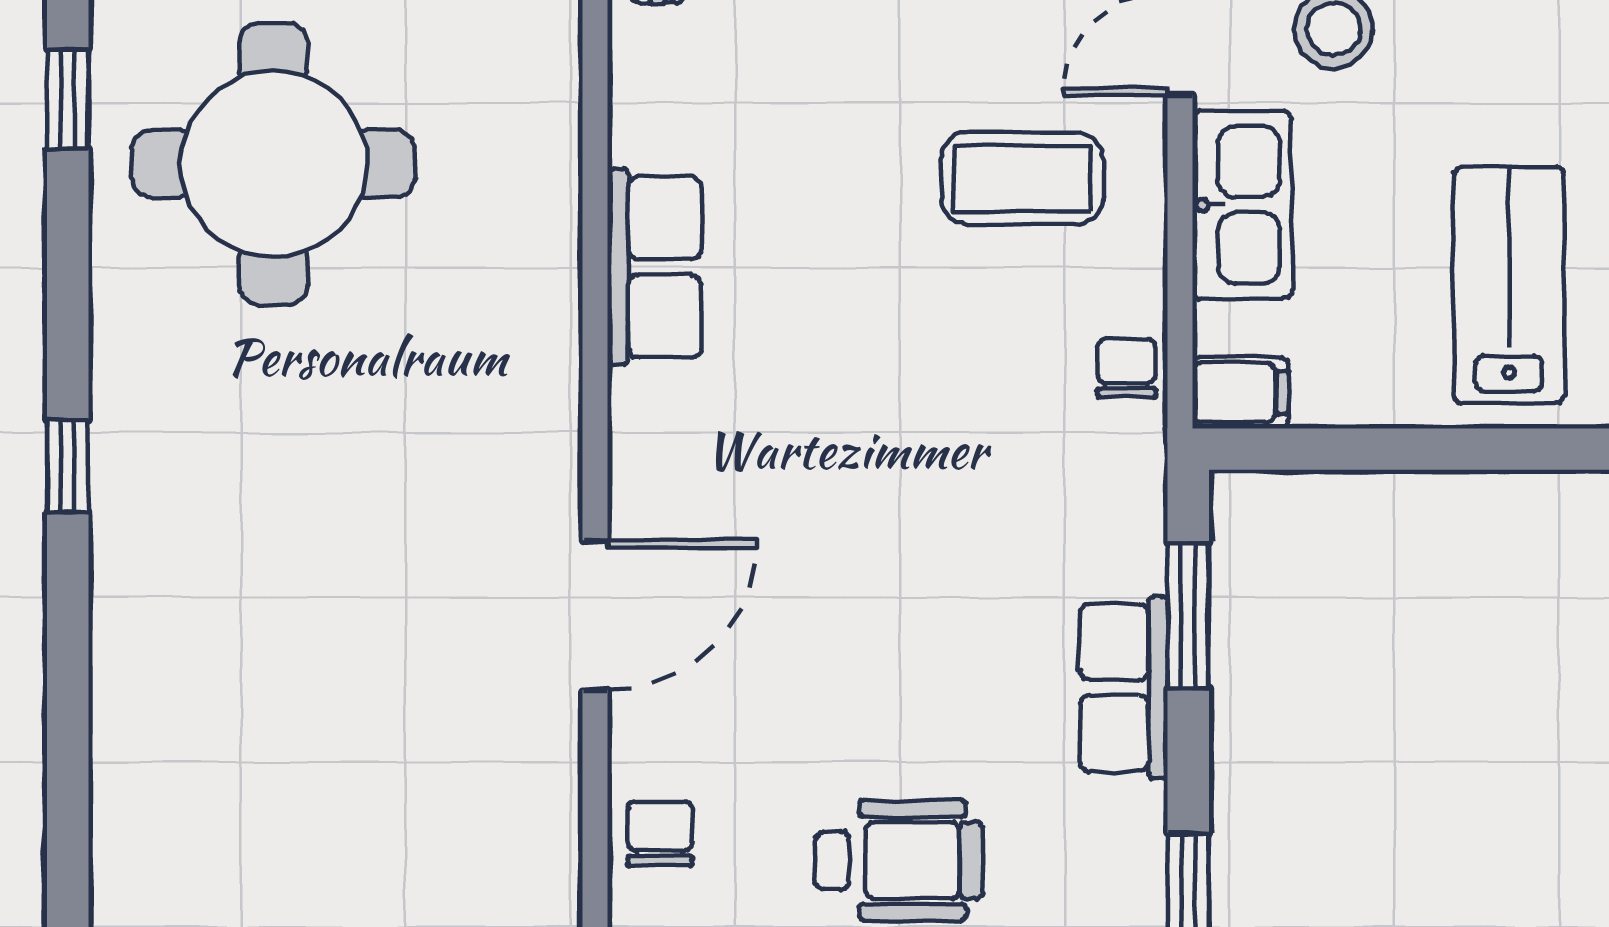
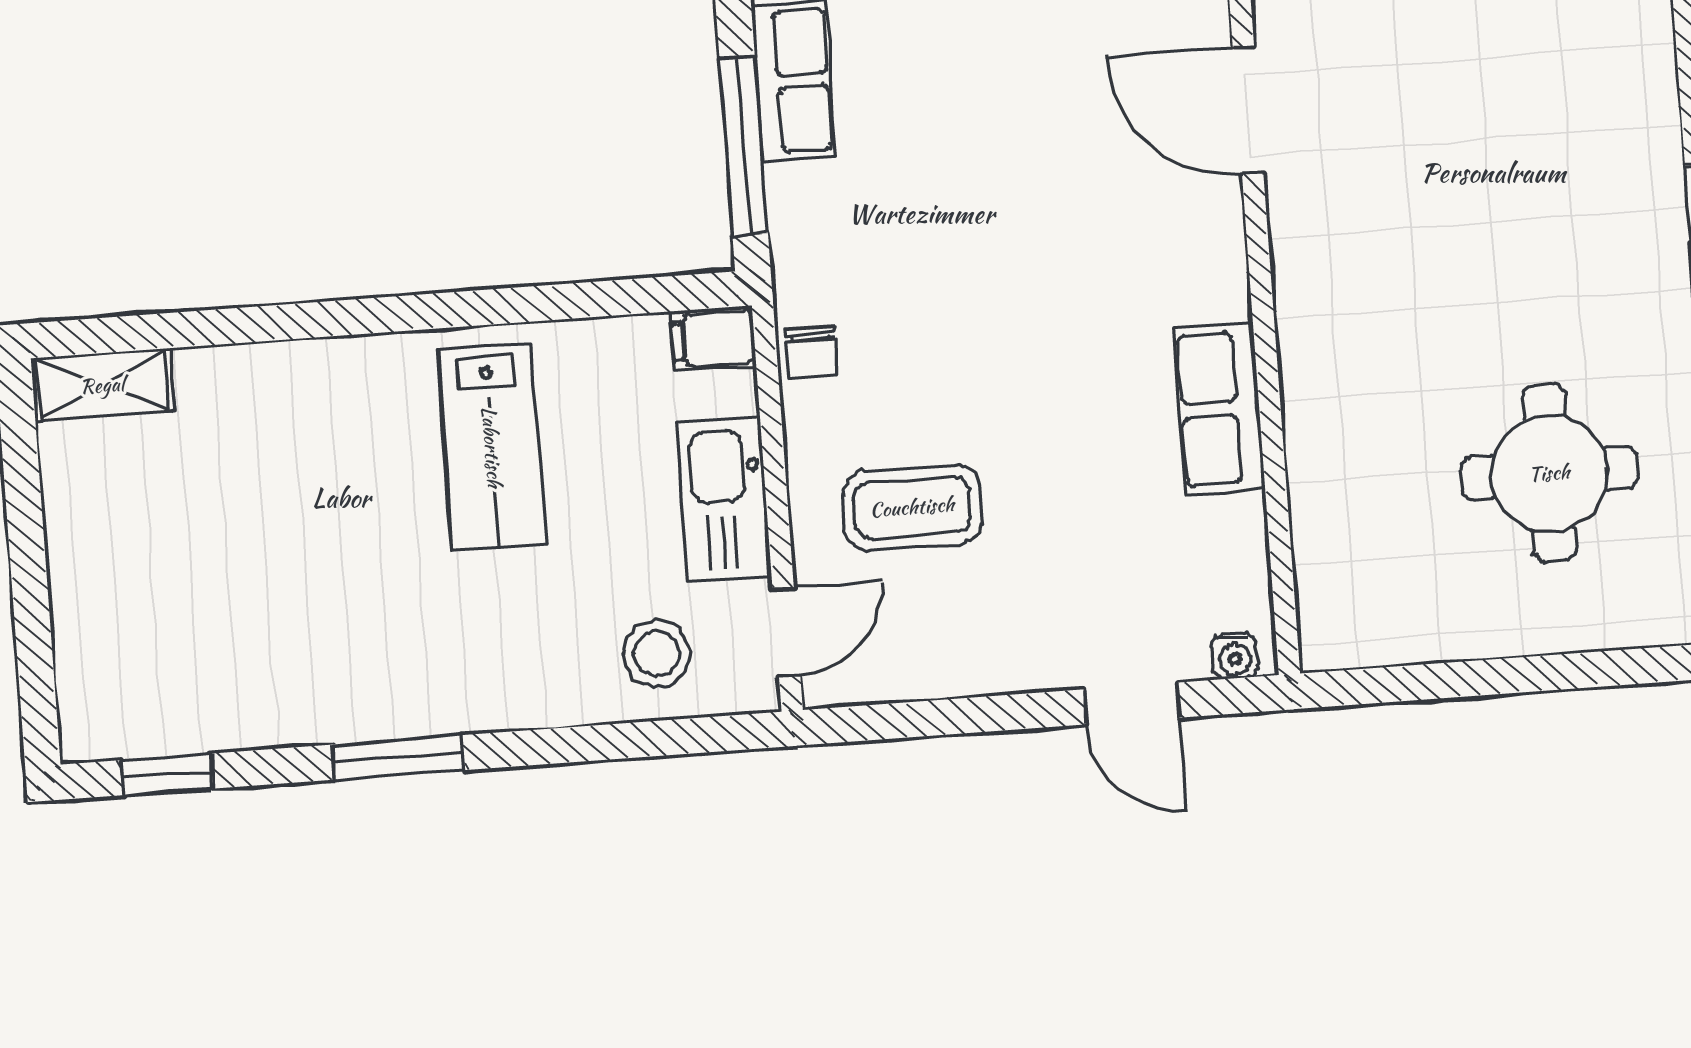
round table: (273, 164) -> (1549, 473), width x0.73, depth x0.73
door: (595, 615) -> (1248, 110), hinge flipped
window: (1188, 616) -> (744, 146), width x1.44

